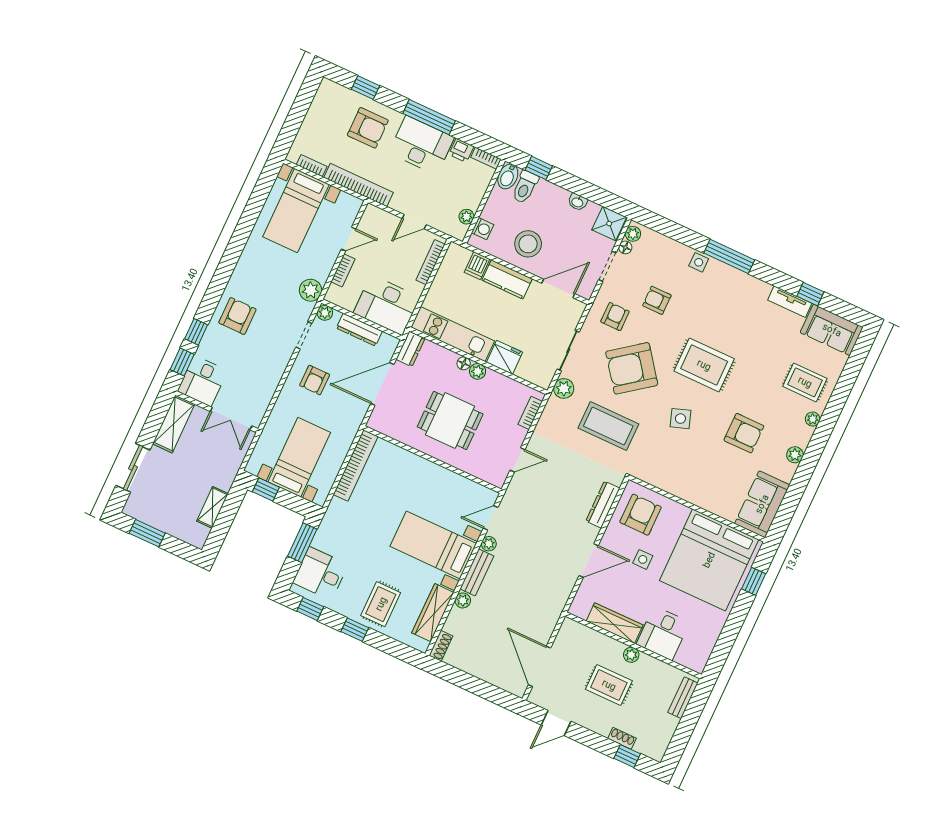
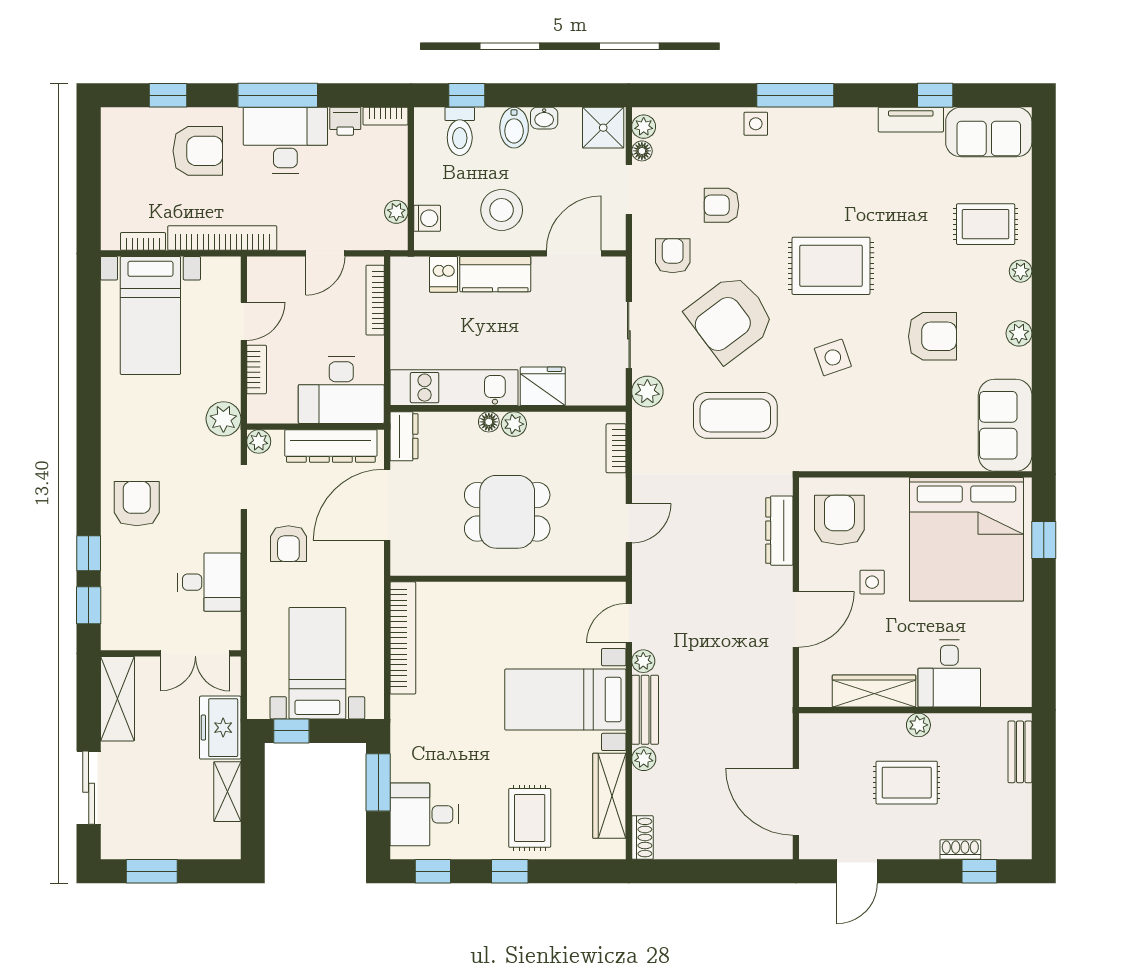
bidet: (508, 176) -> (514, 128), moved
dresser: (359, 330) -> (331, 446), width x1.37, depth x1.24
desk: (202, 381) -> (209, 582), moved, turned -90
freezer: (226, 468) -> (220, 728), added

